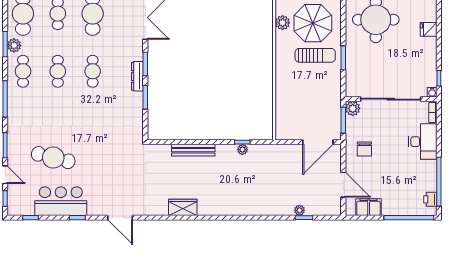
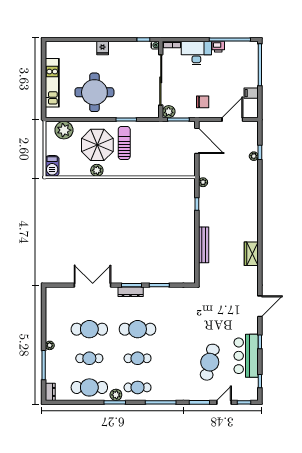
cafe table: (93, 71) -> (138, 329), width x1.37, depth x1.35
dresser: (137, 76) -> (131, 292), moved
plant: (242, 150) -> (203, 182), moved
printer: (430, 199) -> (218, 47), moved
filing cabinet: (369, 207) -> (251, 93), width x0.50

